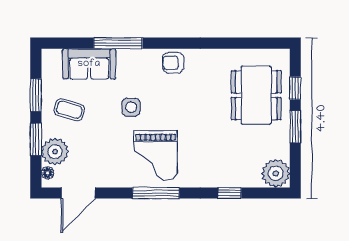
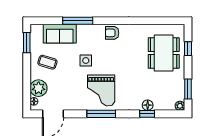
window: (36, 95) -> (27, 43), moved
window: (295, 127) -> (188, 89), moved
window: (36, 139) -> (27, 80), removed
plant: (276, 173) -> (180, 106), width x0.53, depth x0.53
floor lamp: (230, 179) -> (148, 105), added

